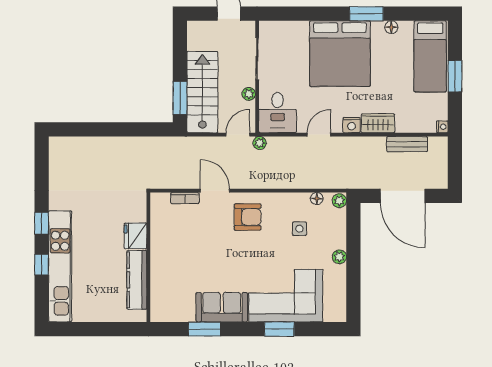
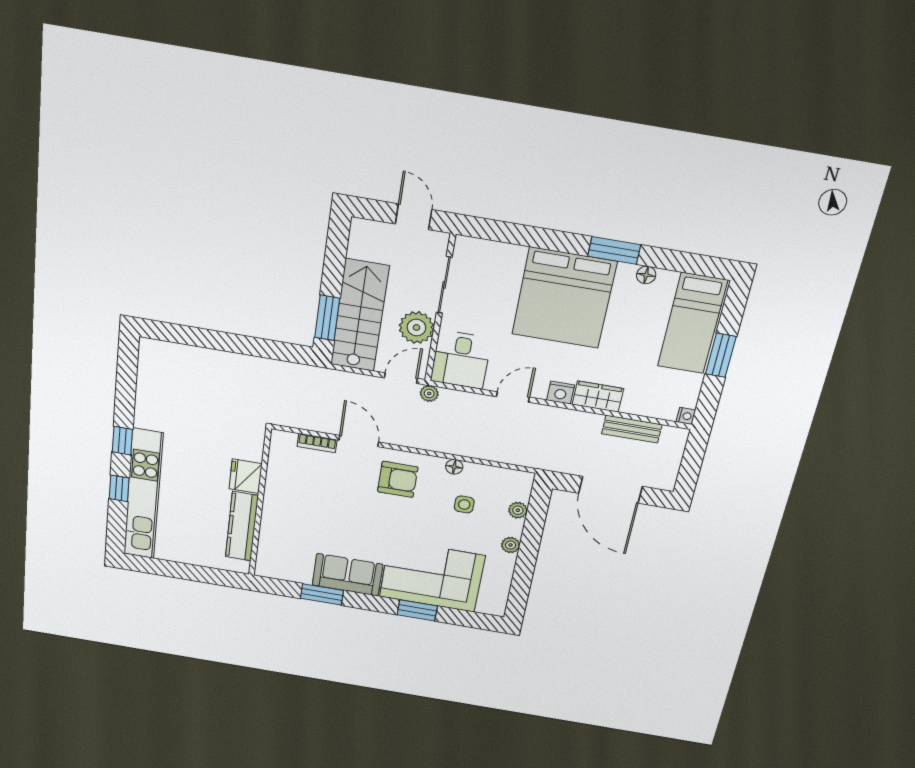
plant: (249, 94) -> (416, 327), width x1.88, depth x1.88
floor lamp: (317, 199) -> (454, 467), moved
plant: (339, 201) -> (518, 510), moved

